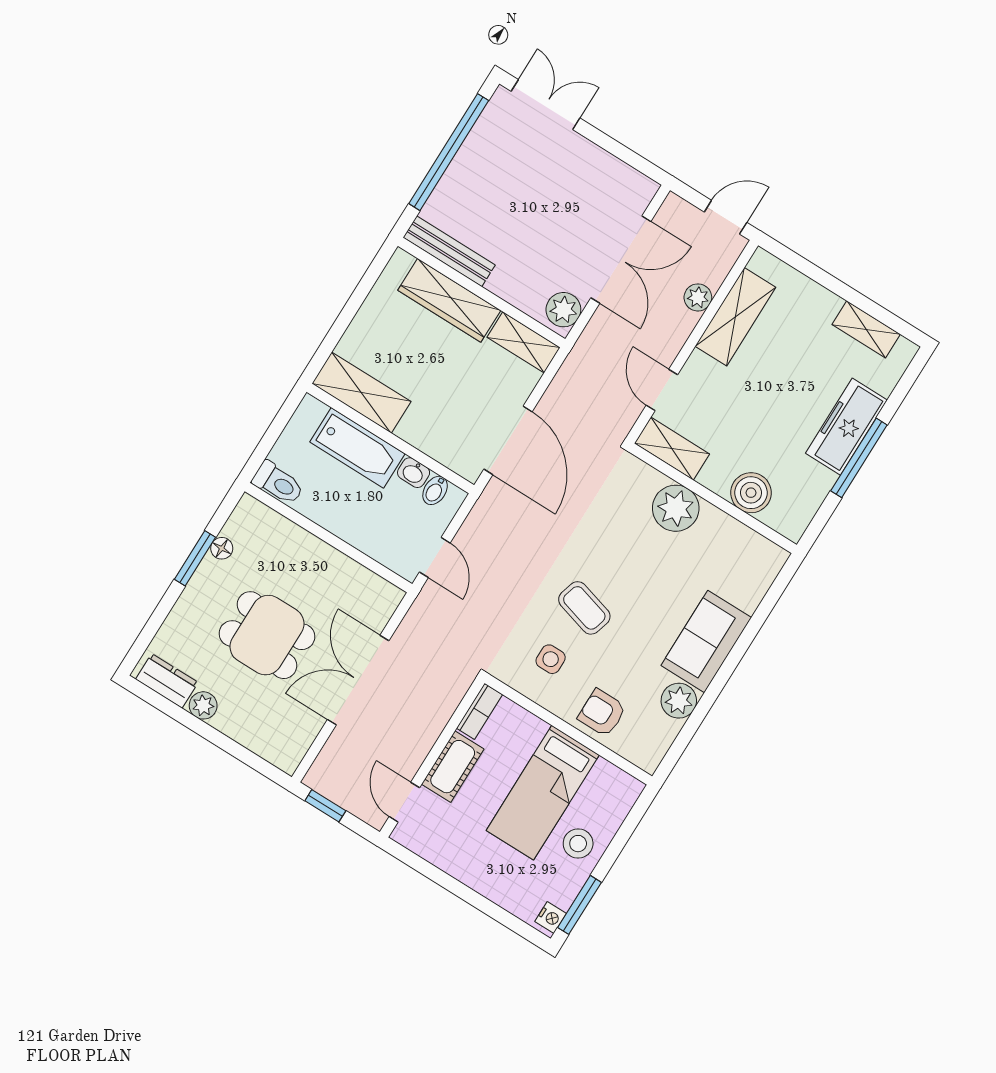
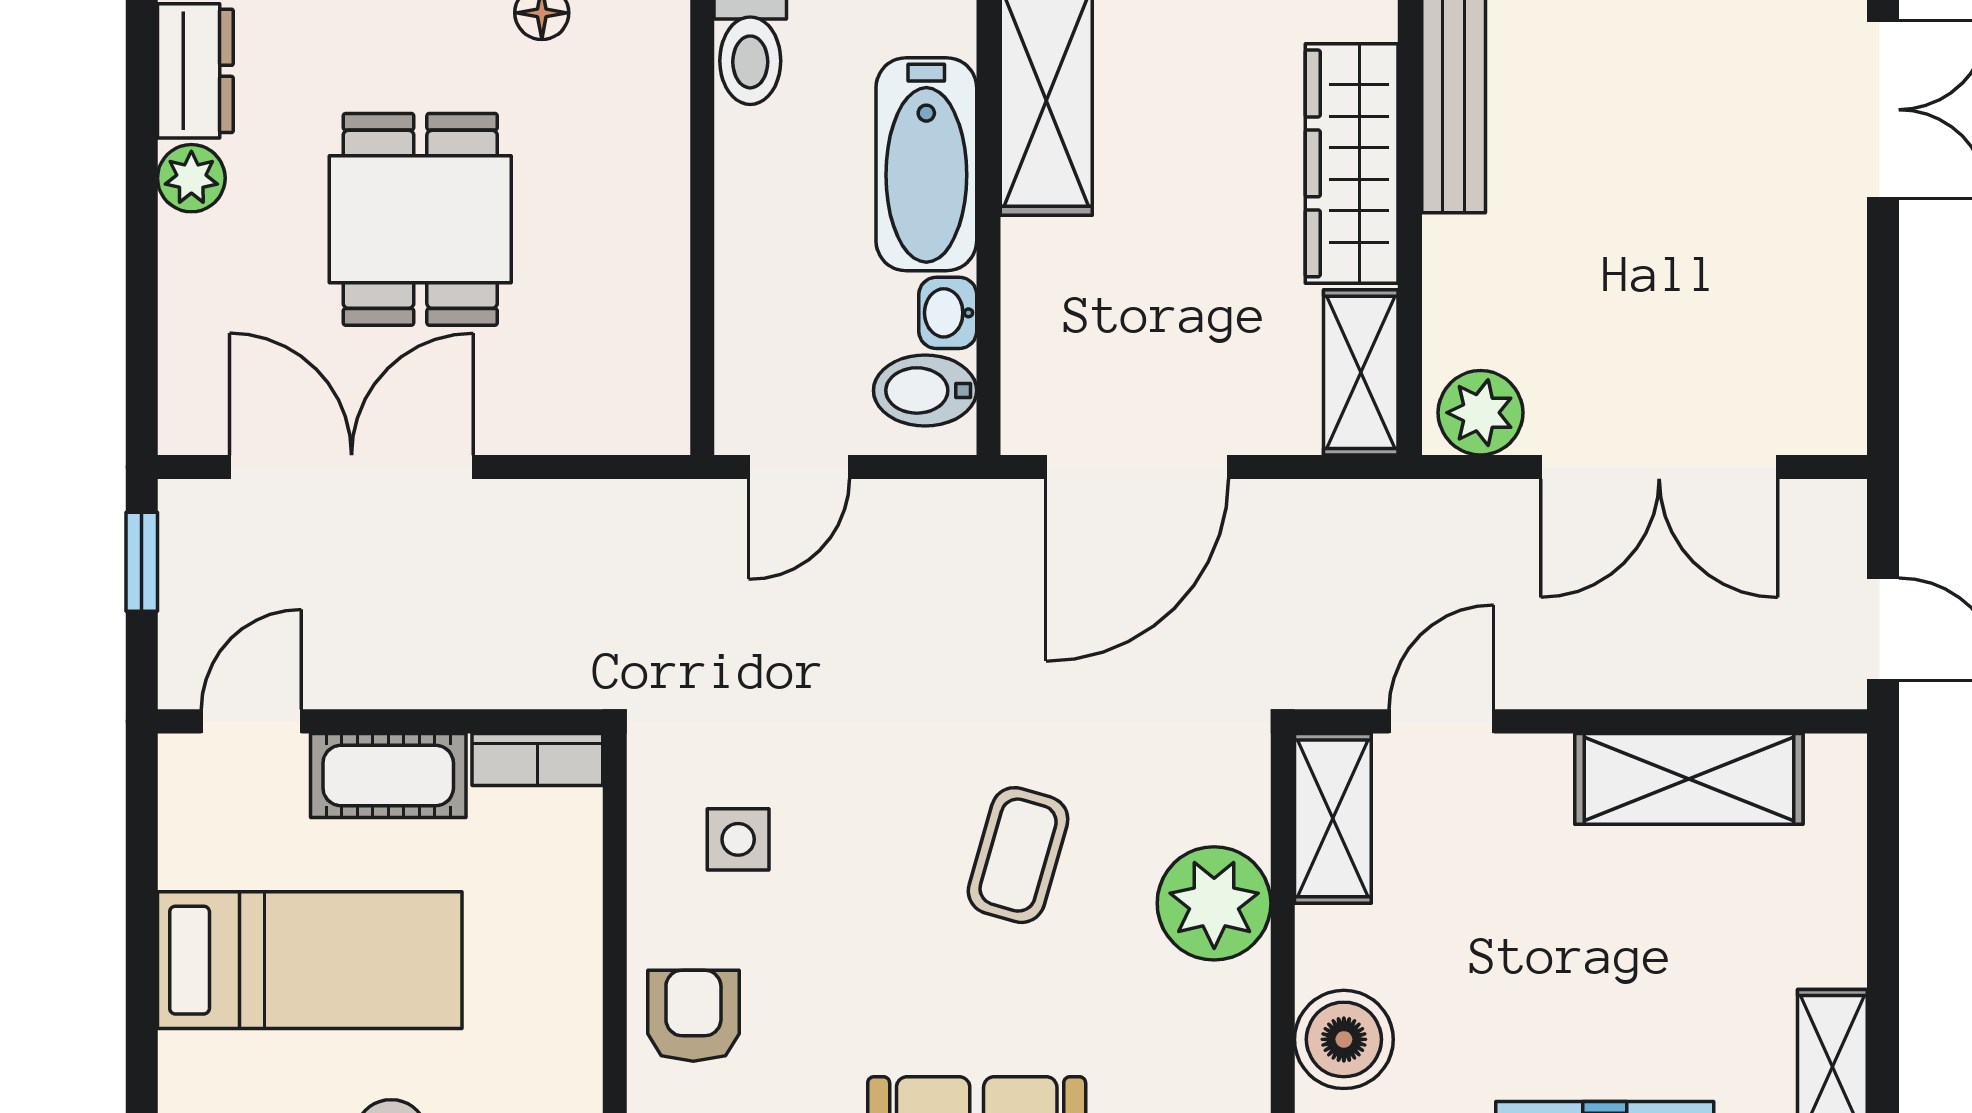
plant: (698, 297) -> (1680, 676), removed
bidet: (435, 490) -> (925, 390), width x1.38, depth x1.36
coffee table: (584, 608) -> (1018, 855), moved
double door: (358, 680) -> (352, 467), moved
bed: (543, 793) -> (310, 960), moved, turned 180

